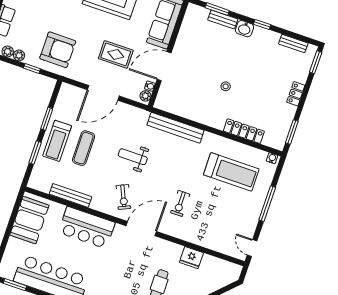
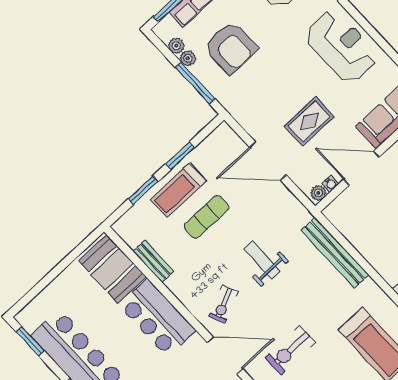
armchair: (58, 50) -> (230, 47), moved
rug: (116, 54) -> (309, 121), turned 90
window: (32, 68) -> (195, 83), width x2.17
bench: (70, 195) -> (153, 261), width x0.73
exercise bike: (180, 203) -> (290, 350), width x1.38, depth x1.39
booth: (29, 220) -> (112, 269), moved, turned 90

